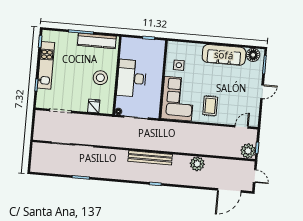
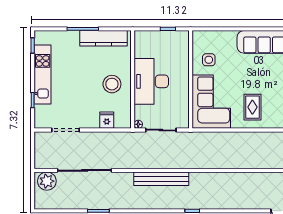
bench: (150, 158) -> (161, 179), moved
plant: (197, 164) -> (47, 181), moved

